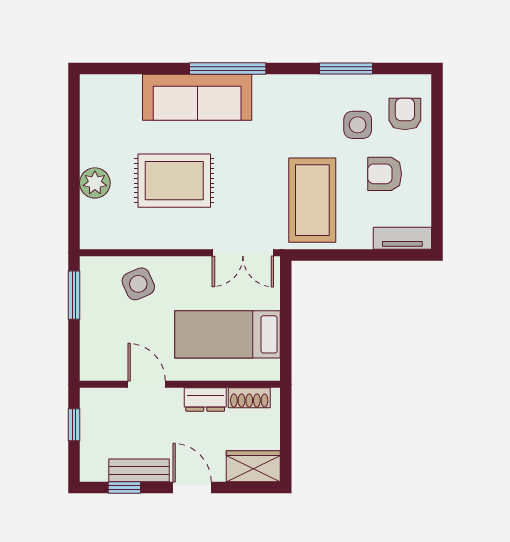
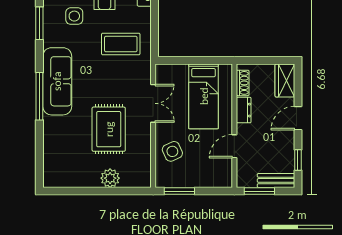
sofa: (197, 97) -> (57, 81), moved
coffee table: (312, 200) -> (121, 44), width x0.73, depth x0.76
double door: (243, 253) -> (153, 103), moved
window: (74, 425) -> (259, 191), width x1.50
bench: (139, 470) -> (276, 180), moved, turned 90

